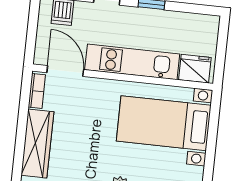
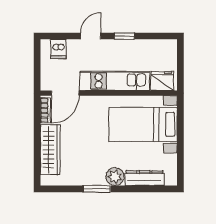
door: (65, 71) -> (65, 93), swing flipped

